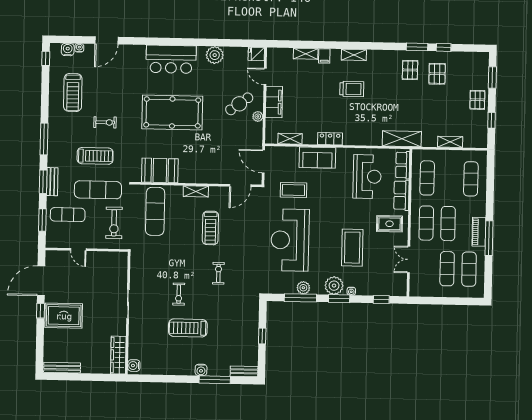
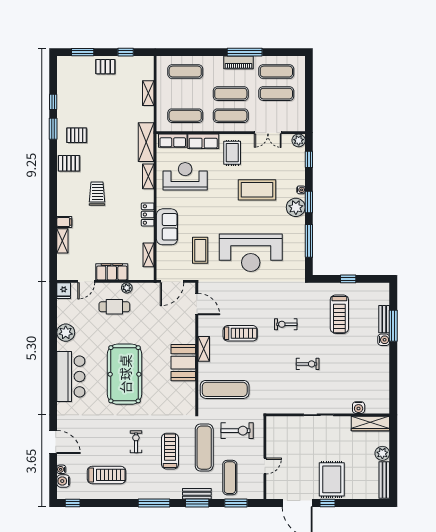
shelving: (354, 55) -> (148, 176), moved
pallet: (437, 74) -> (69, 163), moved
cafe table: (239, 104) -> (114, 307), turned -54
booth: (160, 170) -> (183, 363), moved
plant: (303, 288) -> (299, 140), moved
treadmill: (188, 328) -> (339, 314), moved
plant: (88, 366) -> (382, 453), added
water cooler: (134, 366) -> (359, 408), moved
bench: (244, 371) -> (384, 319), moved

